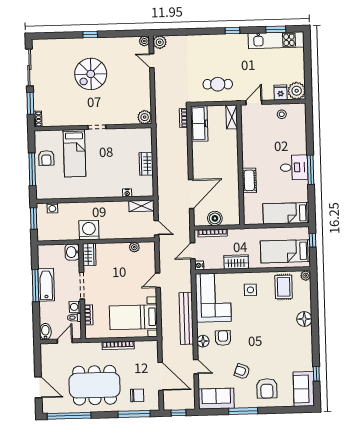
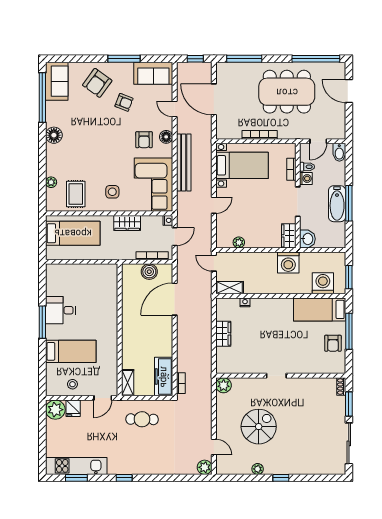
plant: (144, 41) -> (258, 469), moved
spiral stairs: (91, 74) -> (259, 427), moved
bed: (74, 153) -> (320, 309), moved, turned -90
armchair: (46, 158) -> (333, 343), turned 180
desk: (294, 167) -> (60, 310), moved
cot: (249, 180) -> (110, 312), removed
washing machine: (52, 208) -> (323, 283), width x1.89, depth x1.89
bed: (286, 213) -> (71, 351), moved
window: (313, 240) -> (42, 245), removed
plant: (306, 276) -> (51, 182), moved
floor lamp: (304, 319) -> (54, 135), moved
window: (316, 374) -> (42, 97), width x3.17
armchair: (267, 388) -> (97, 83), turned -144
chair: (137, 395) -> (240, 79), removed

